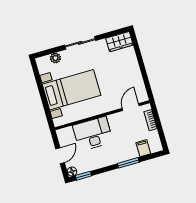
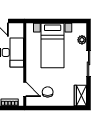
chair: (126, 80) -> (48, 92), added

